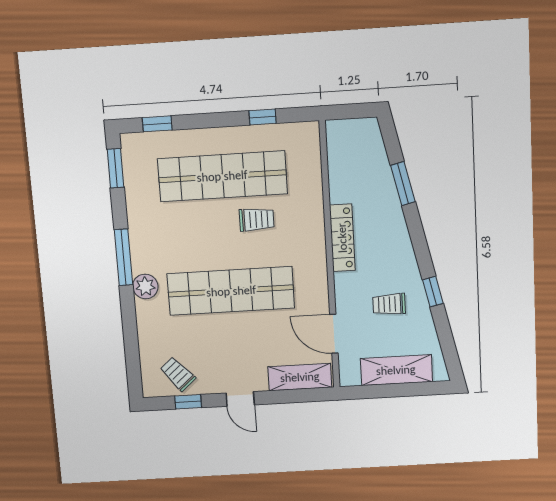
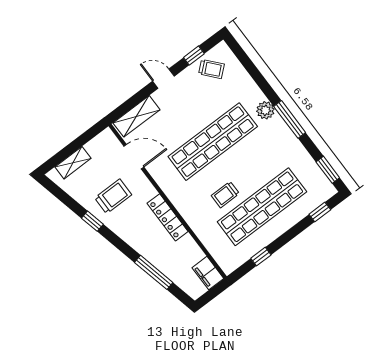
filing cabinet: (339, 140) -> (208, 273), added
window: (403, 184) -> (154, 272), width x1.44
trolley: (389, 304) -> (113, 196), width x1.36, depth x1.39
shelving: (396, 370) -> (73, 163), width x0.67, depth x0.75

